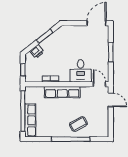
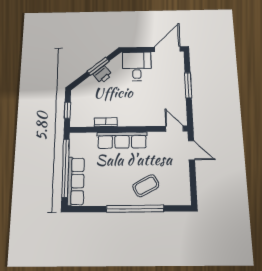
printer: (37, 51) -> (102, 74), moved
desk: (81, 71) -> (137, 66), moved, turned 180

